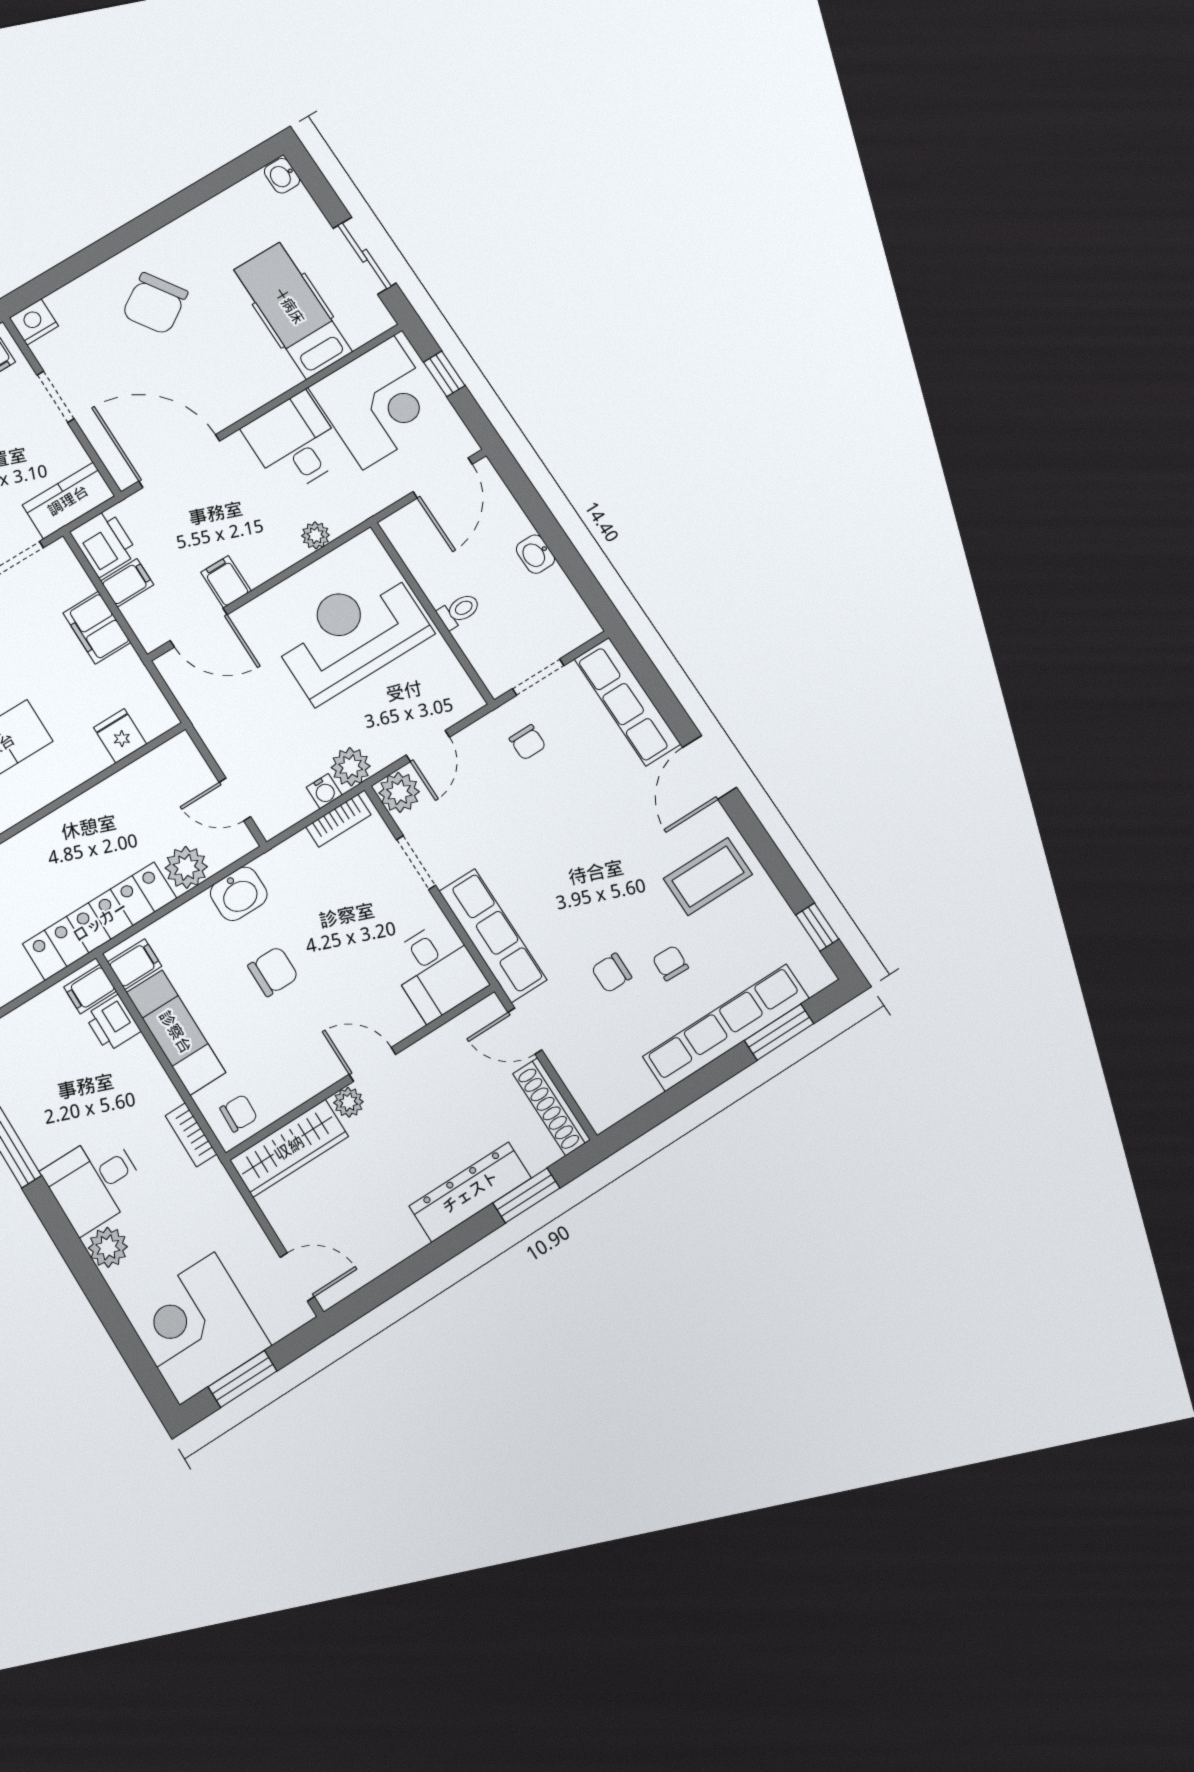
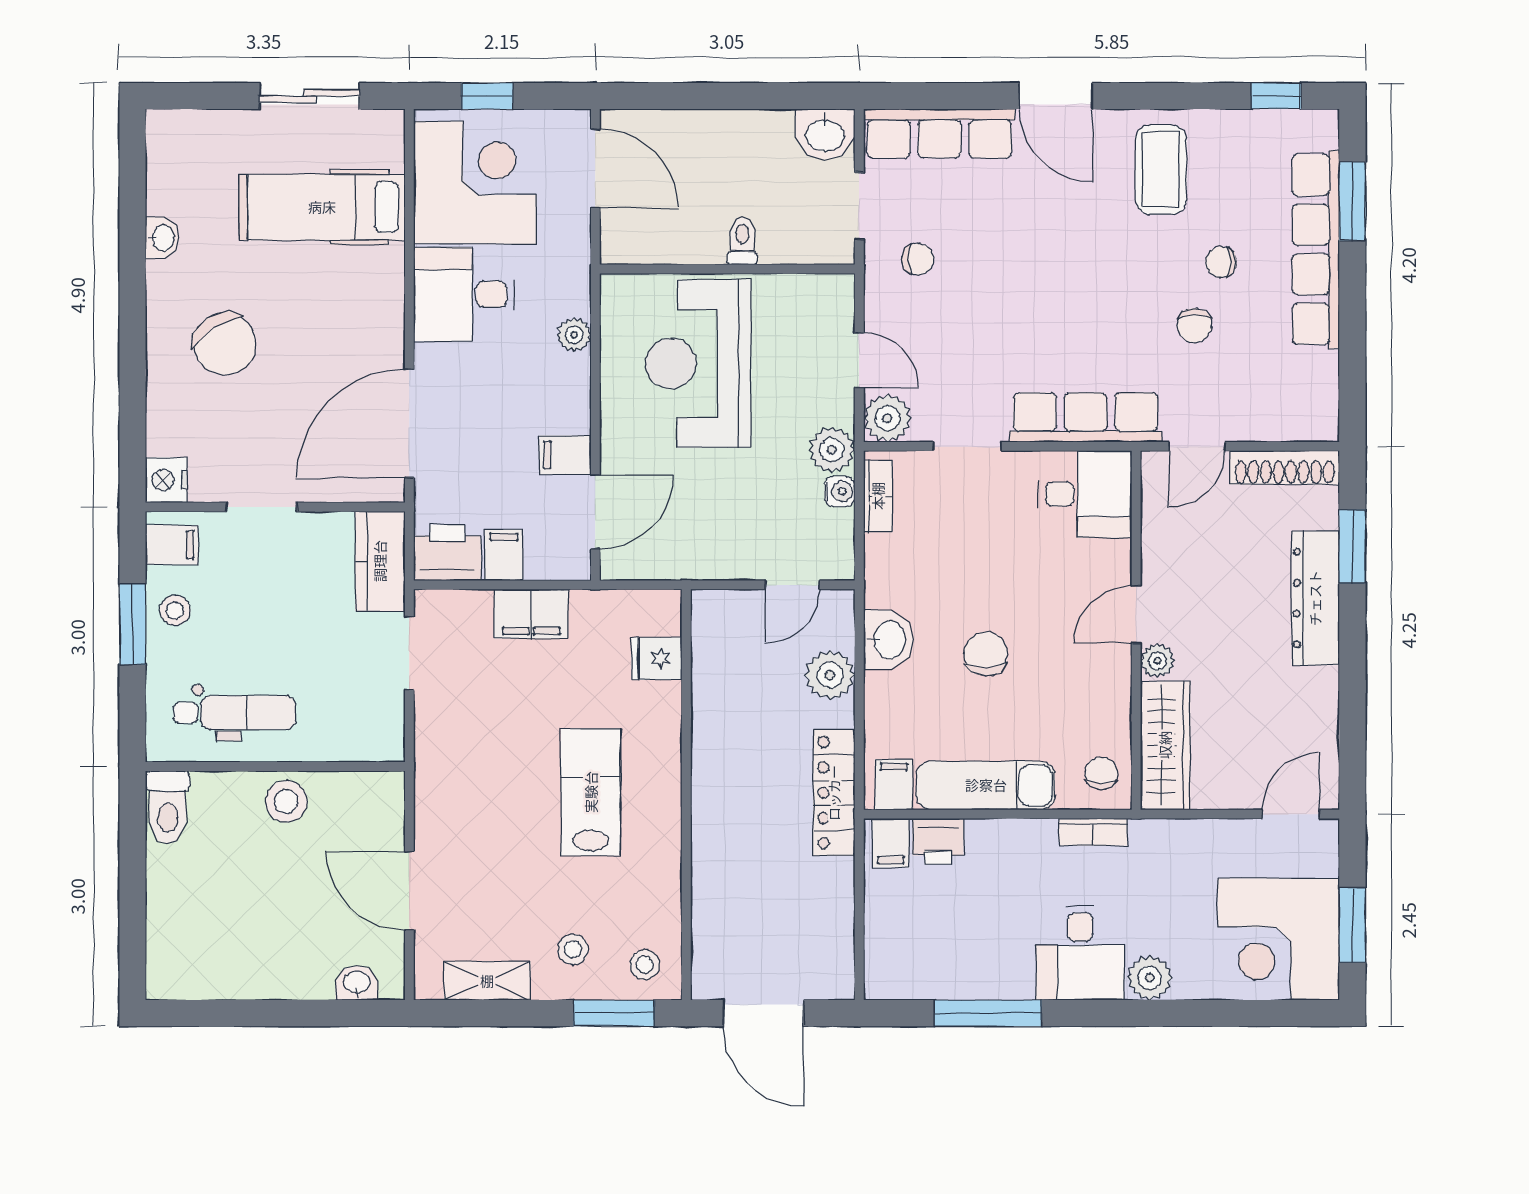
washbasin: (282, 176) -> (162, 238), moved, turned -90
washbasin: (535, 554) -> (825, 134), moved, width x1.38, depth x1.45
locker: (100, 921) -> (834, 793), width x0.71, depth x0.83

